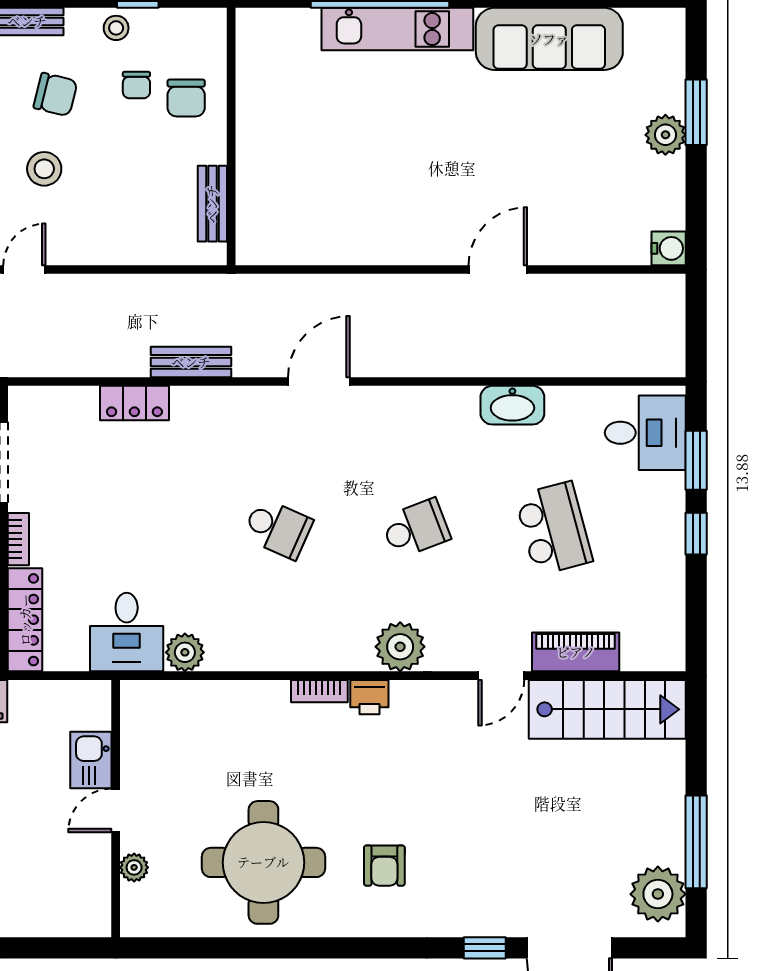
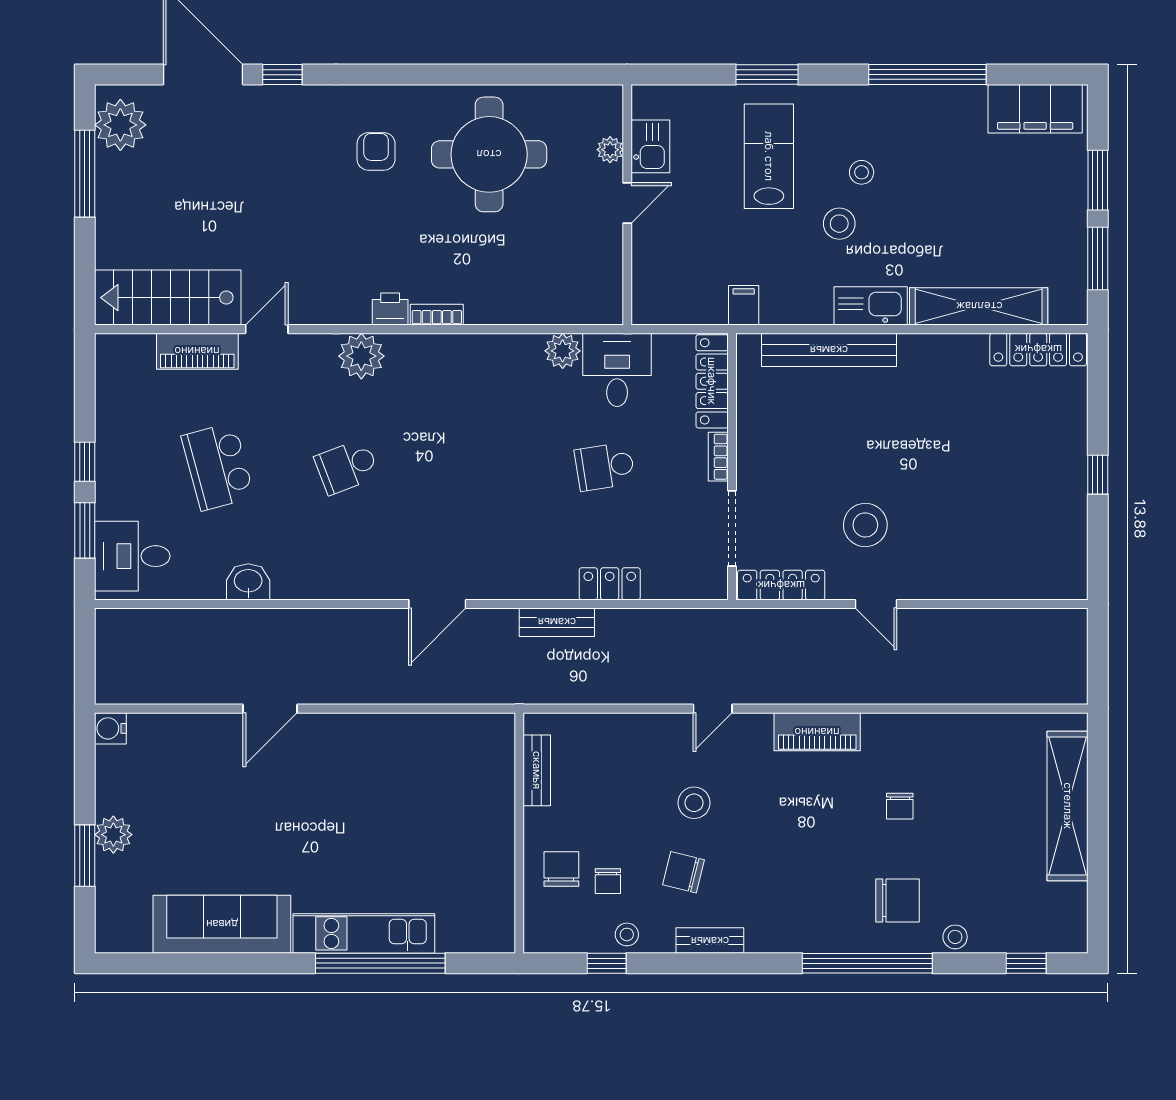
chair: (136, 85) -> (608, 881), turned 180
washbasin: (512, 405) -> (248, 582), width x0.72
school desk: (278, 529) -> (605, 467), moved, turned -33
kitchen sink: (91, 760) -> (650, 146), moved

